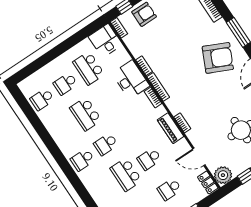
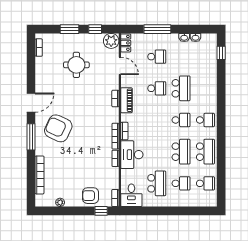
school desk: (62, 129) -> (205, 152), added

